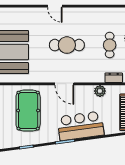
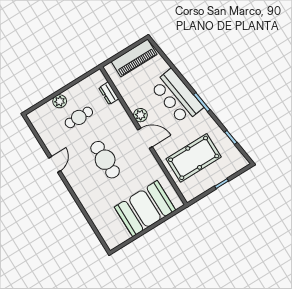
door: (55, 6) -> (55, 164), moved
door: (64, 84) -> (145, 138), hinge flipped
plant: (100, 91) -> (140, 115), moved

